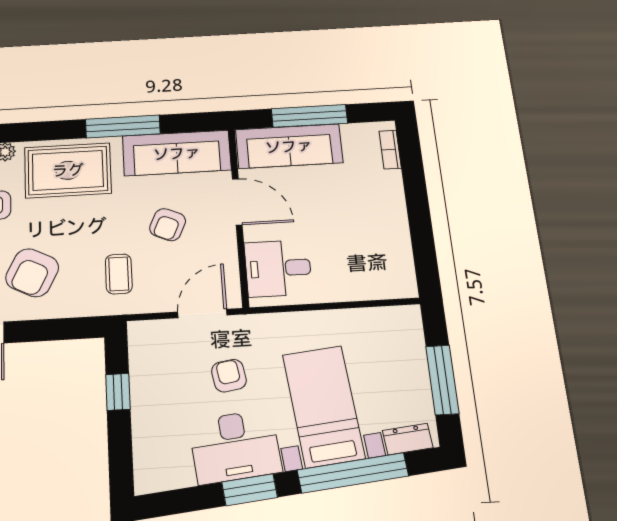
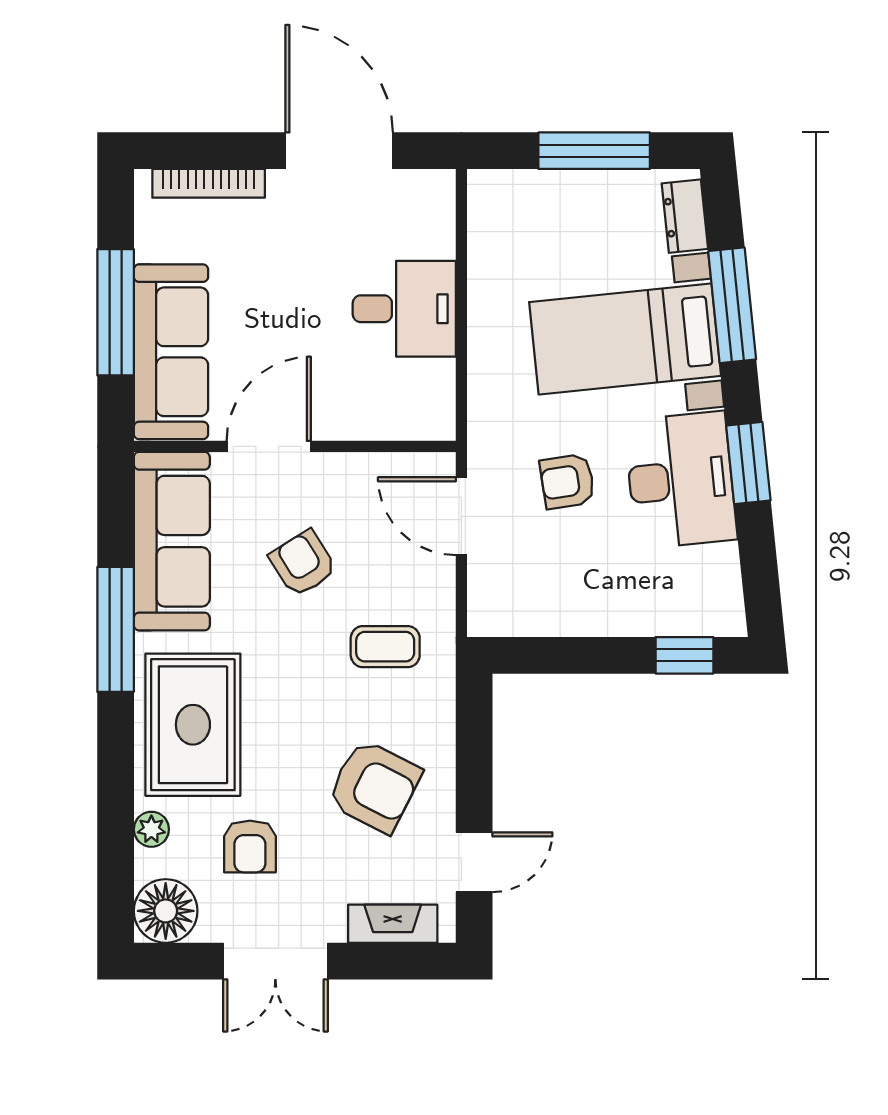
bookcase: (390, 150) -> (209, 183), width x1.56
armchair: (168, 225) -> (303, 563), turned -146
door: (421, 230) -> (339, 151), added
desk: (278, 268) -> (404, 309), moved, turned -90
window: (118, 392) -> (684, 655), moved
window: (353, 473) -> (732, 305), width x0.68

